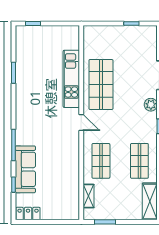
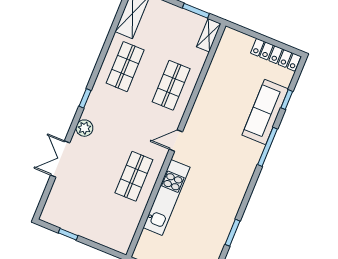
shop shelf: (101, 84) -> (134, 176), width x0.70, depth x0.74
door: (81, 123) -> (176, 141), hinge flipped
shelving: (89, 196) -> (209, 35), moved
locker: (28, 214) -> (276, 55), width x1.53

